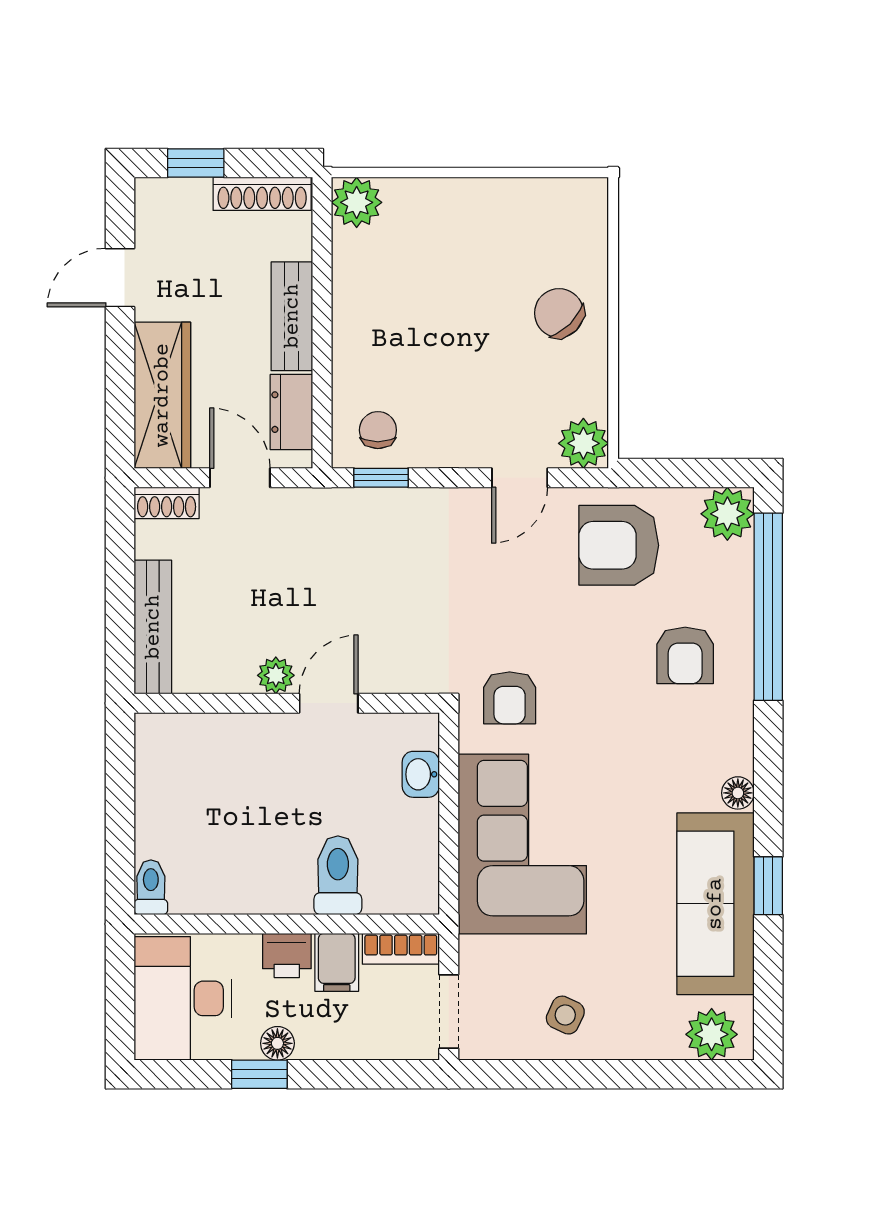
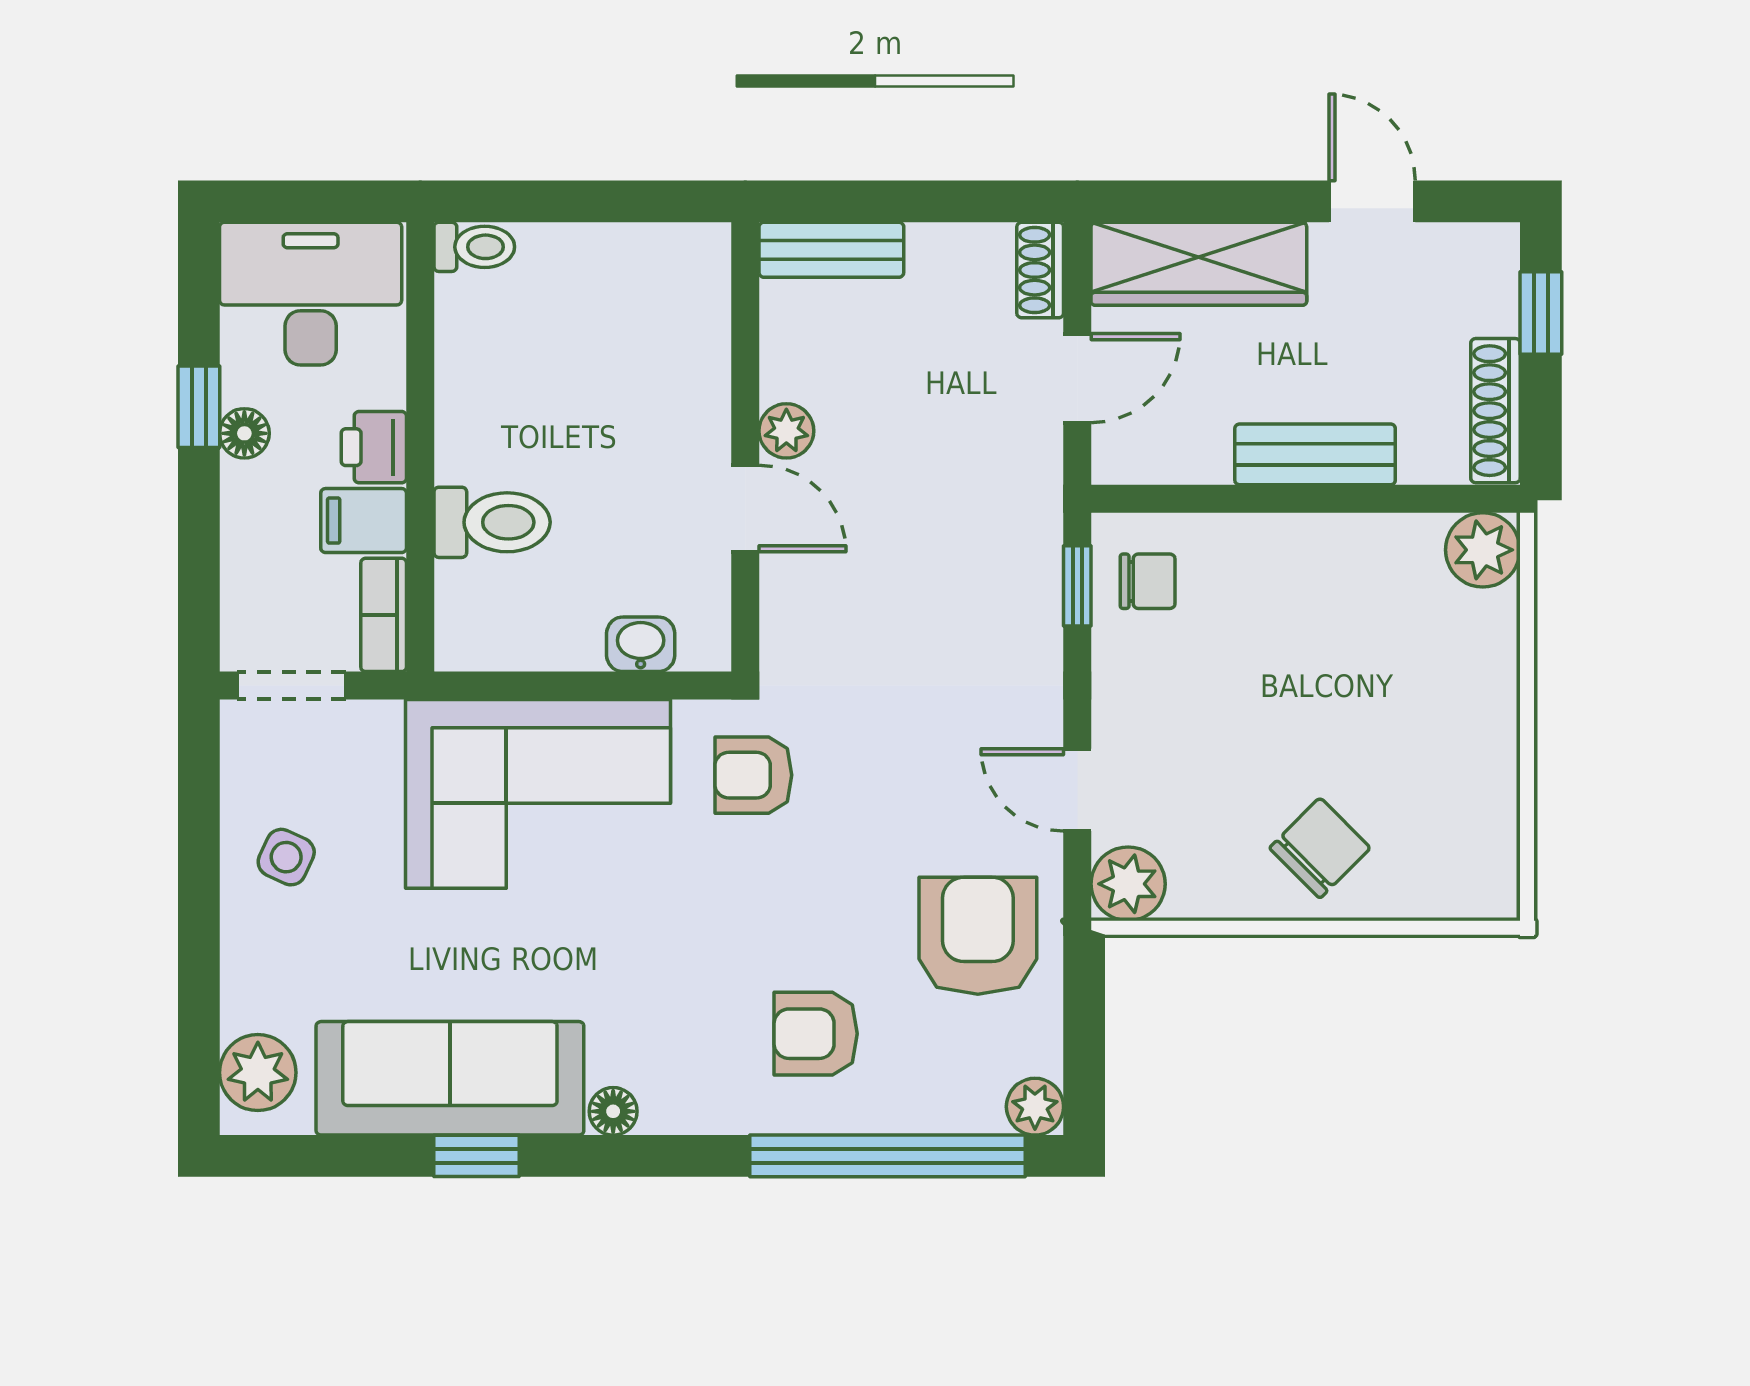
dresser: (291, 412) -> (1174, 454), removed
plant: (727, 514) -> (1035, 1107), width x0.73, depth x0.73
bench: (153, 627) -> (831, 250), width x0.73

